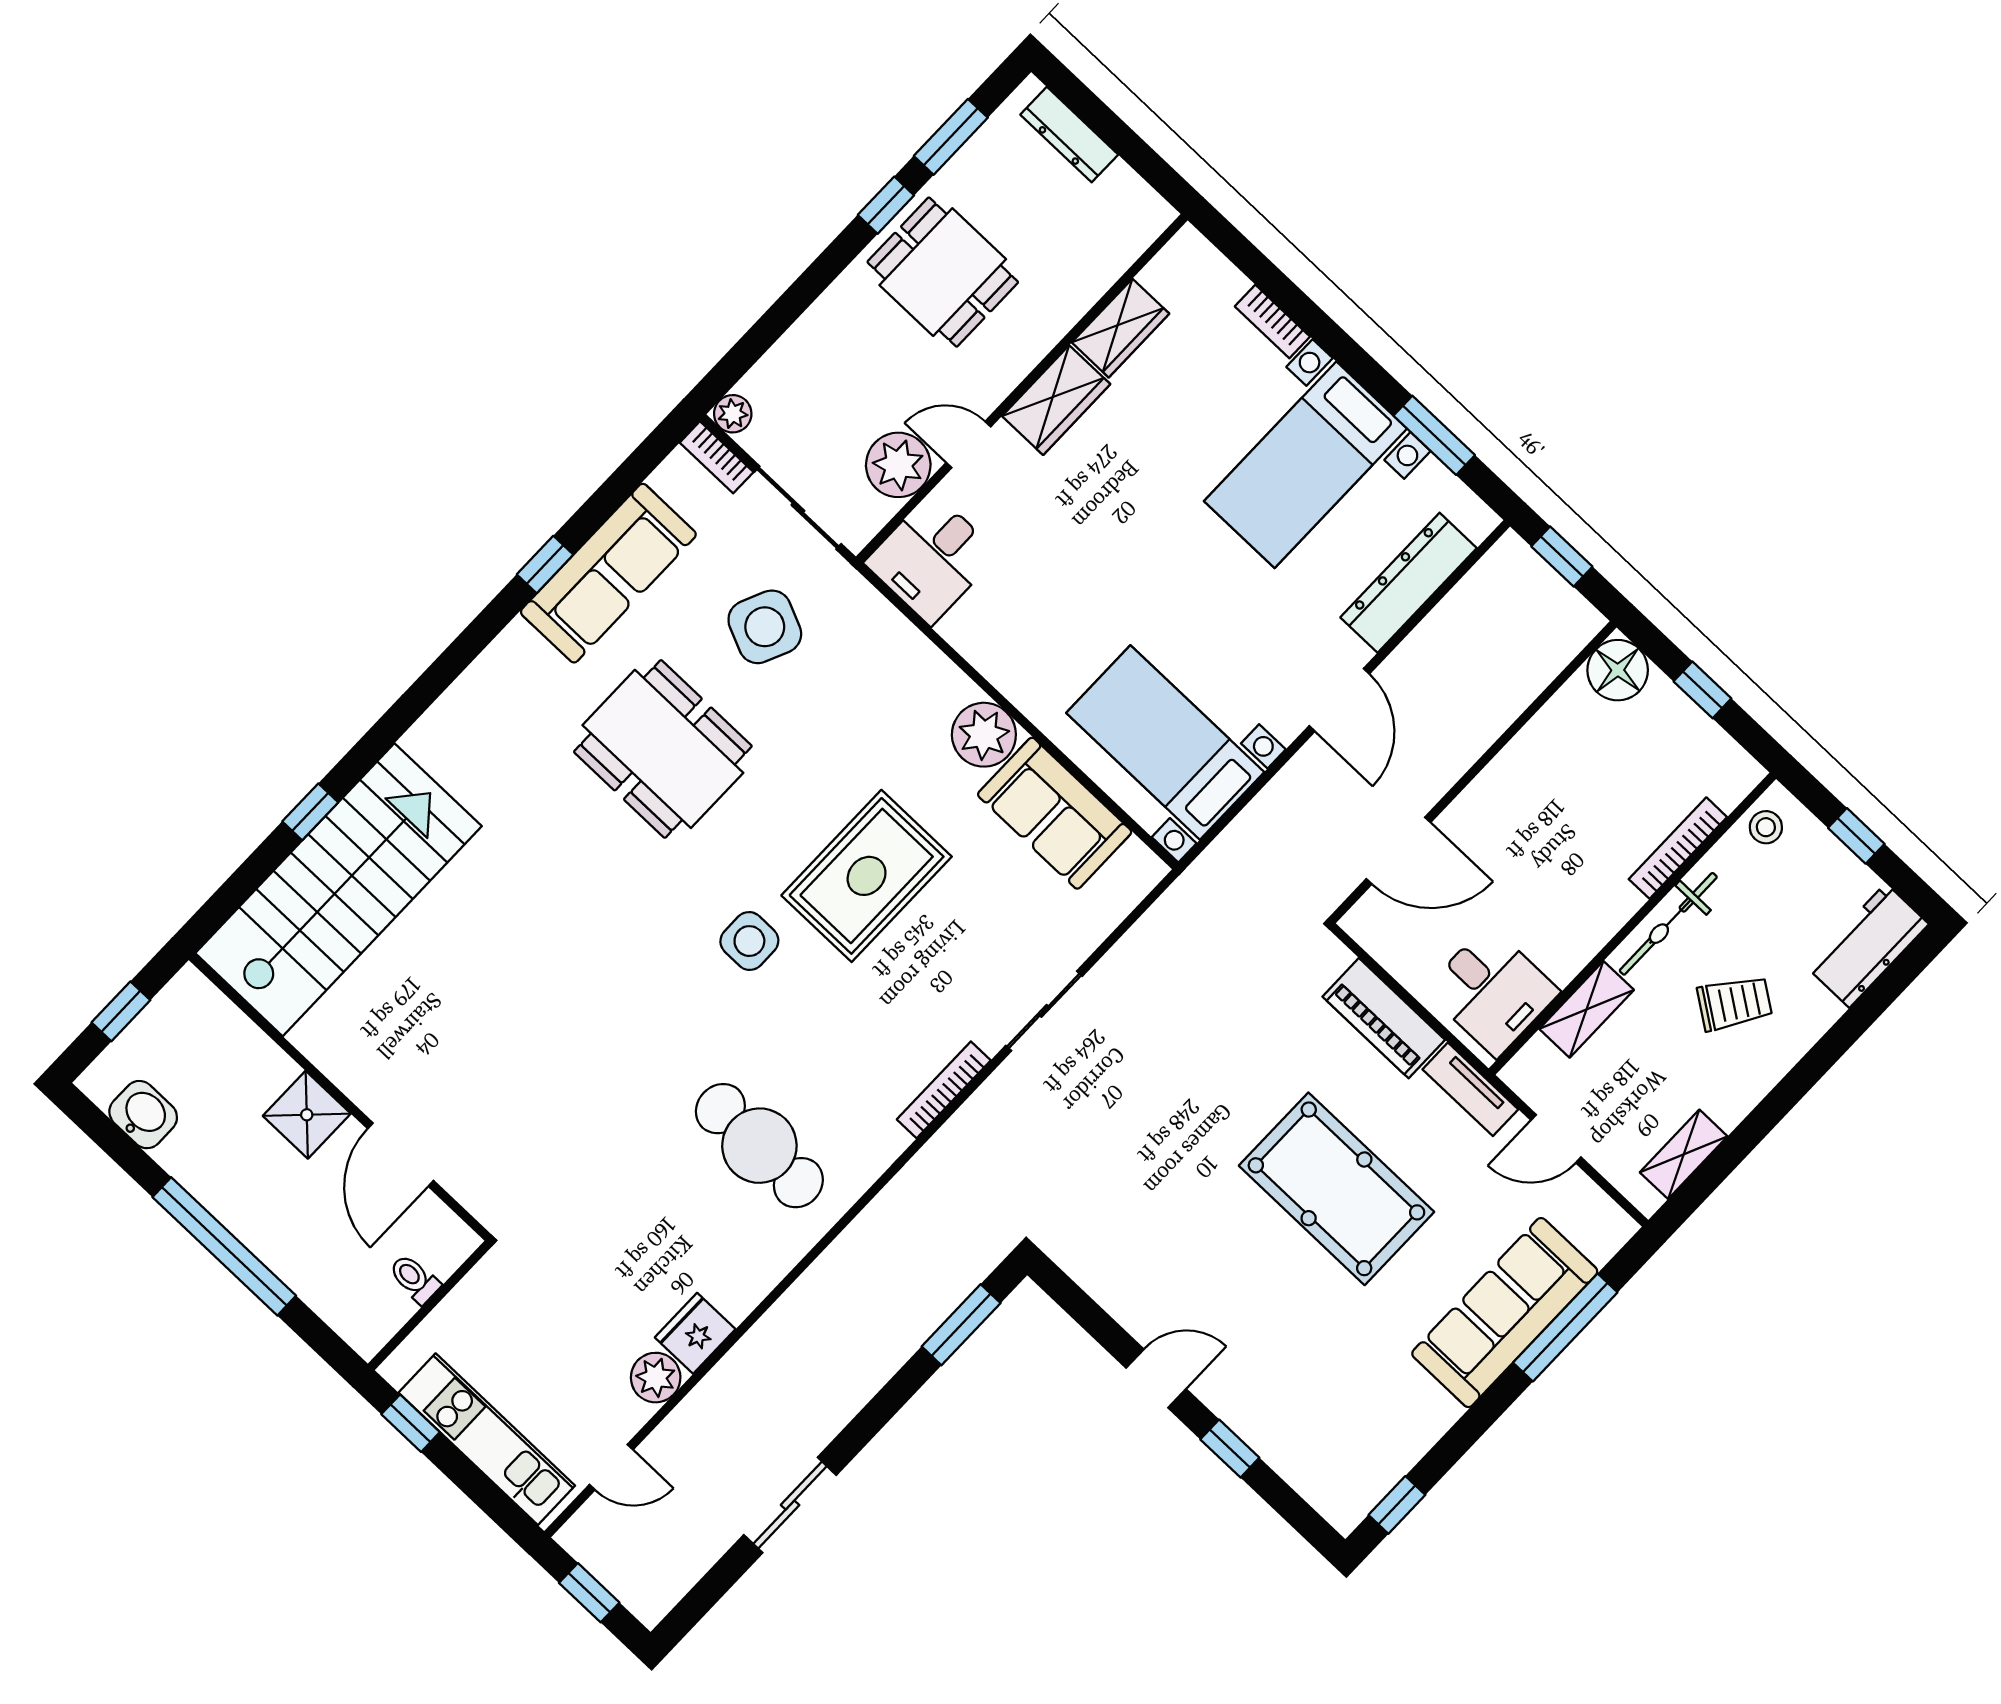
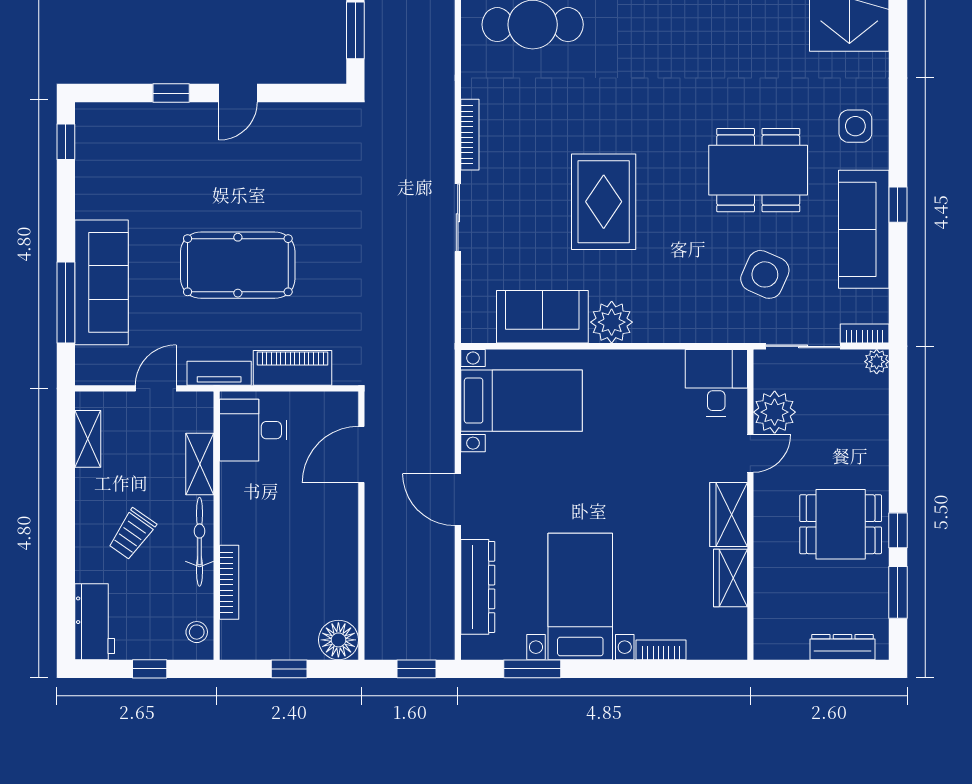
side table: (749, 941) -> (855, 126), moved

